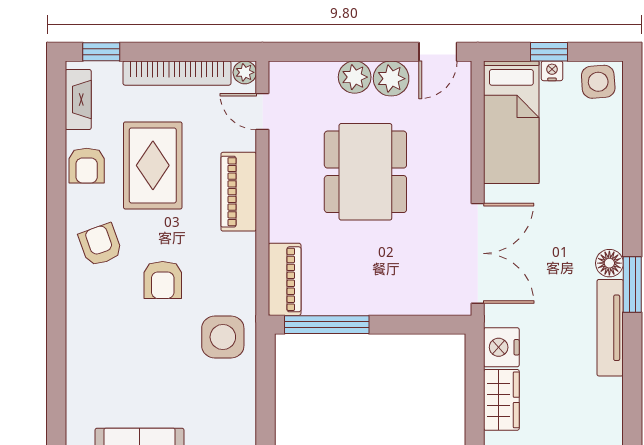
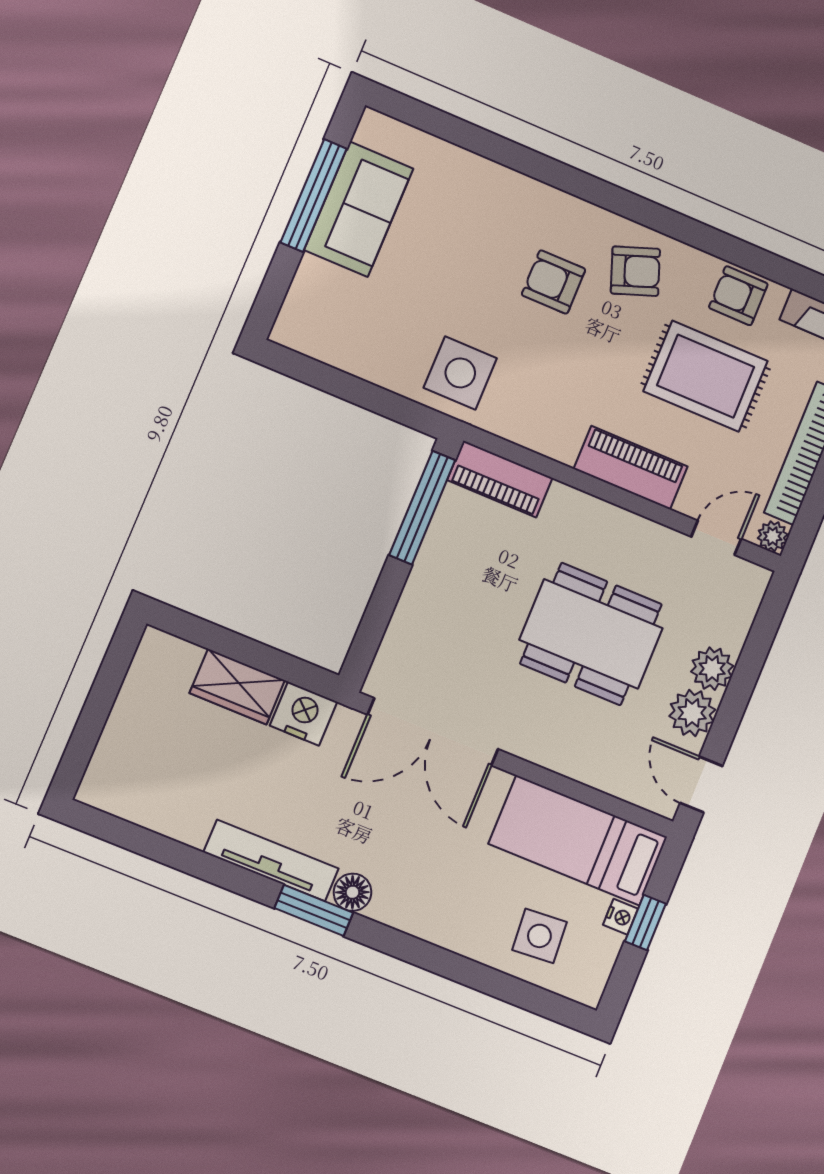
side table: (598, 82) -> (539, 936), moved
armchair: (163, 280) -> (554, 282), moved

